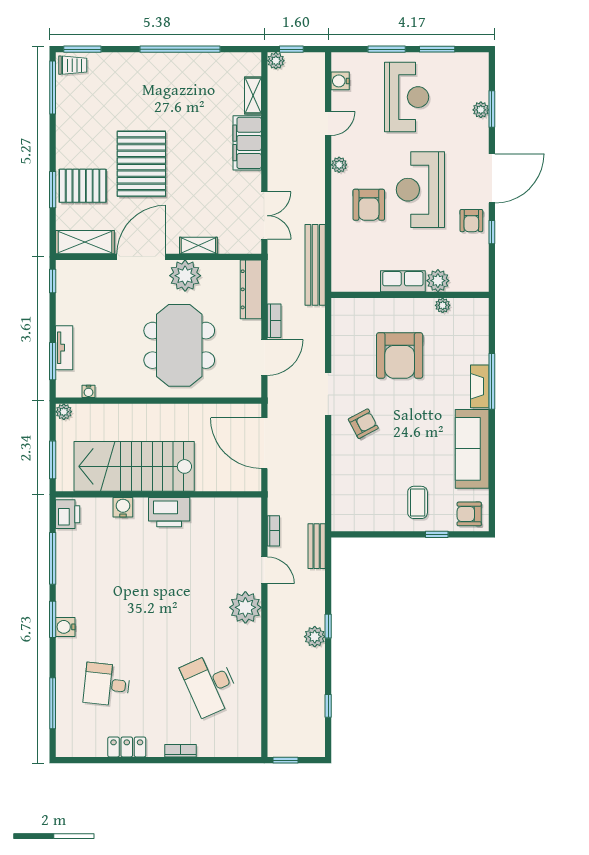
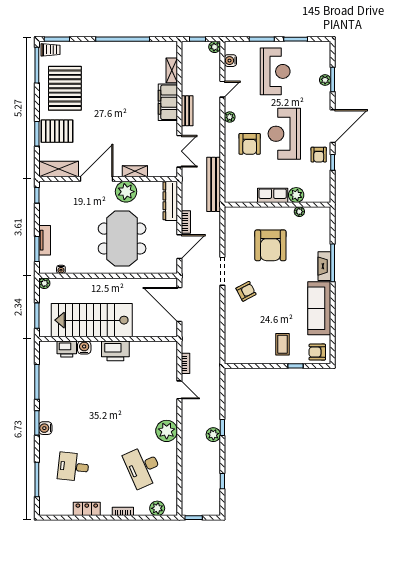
plant: (276, 61) -> (215, 47), moved
pallet: (141, 164) -> (65, 88), moved
printer: (68, 514) -> (67, 349), moved, turned 90
bench: (317, 546) -> (187, 111), moved
plant: (245, 607) -> (167, 431), moved
plant: (231, 746) -> (157, 508), added

